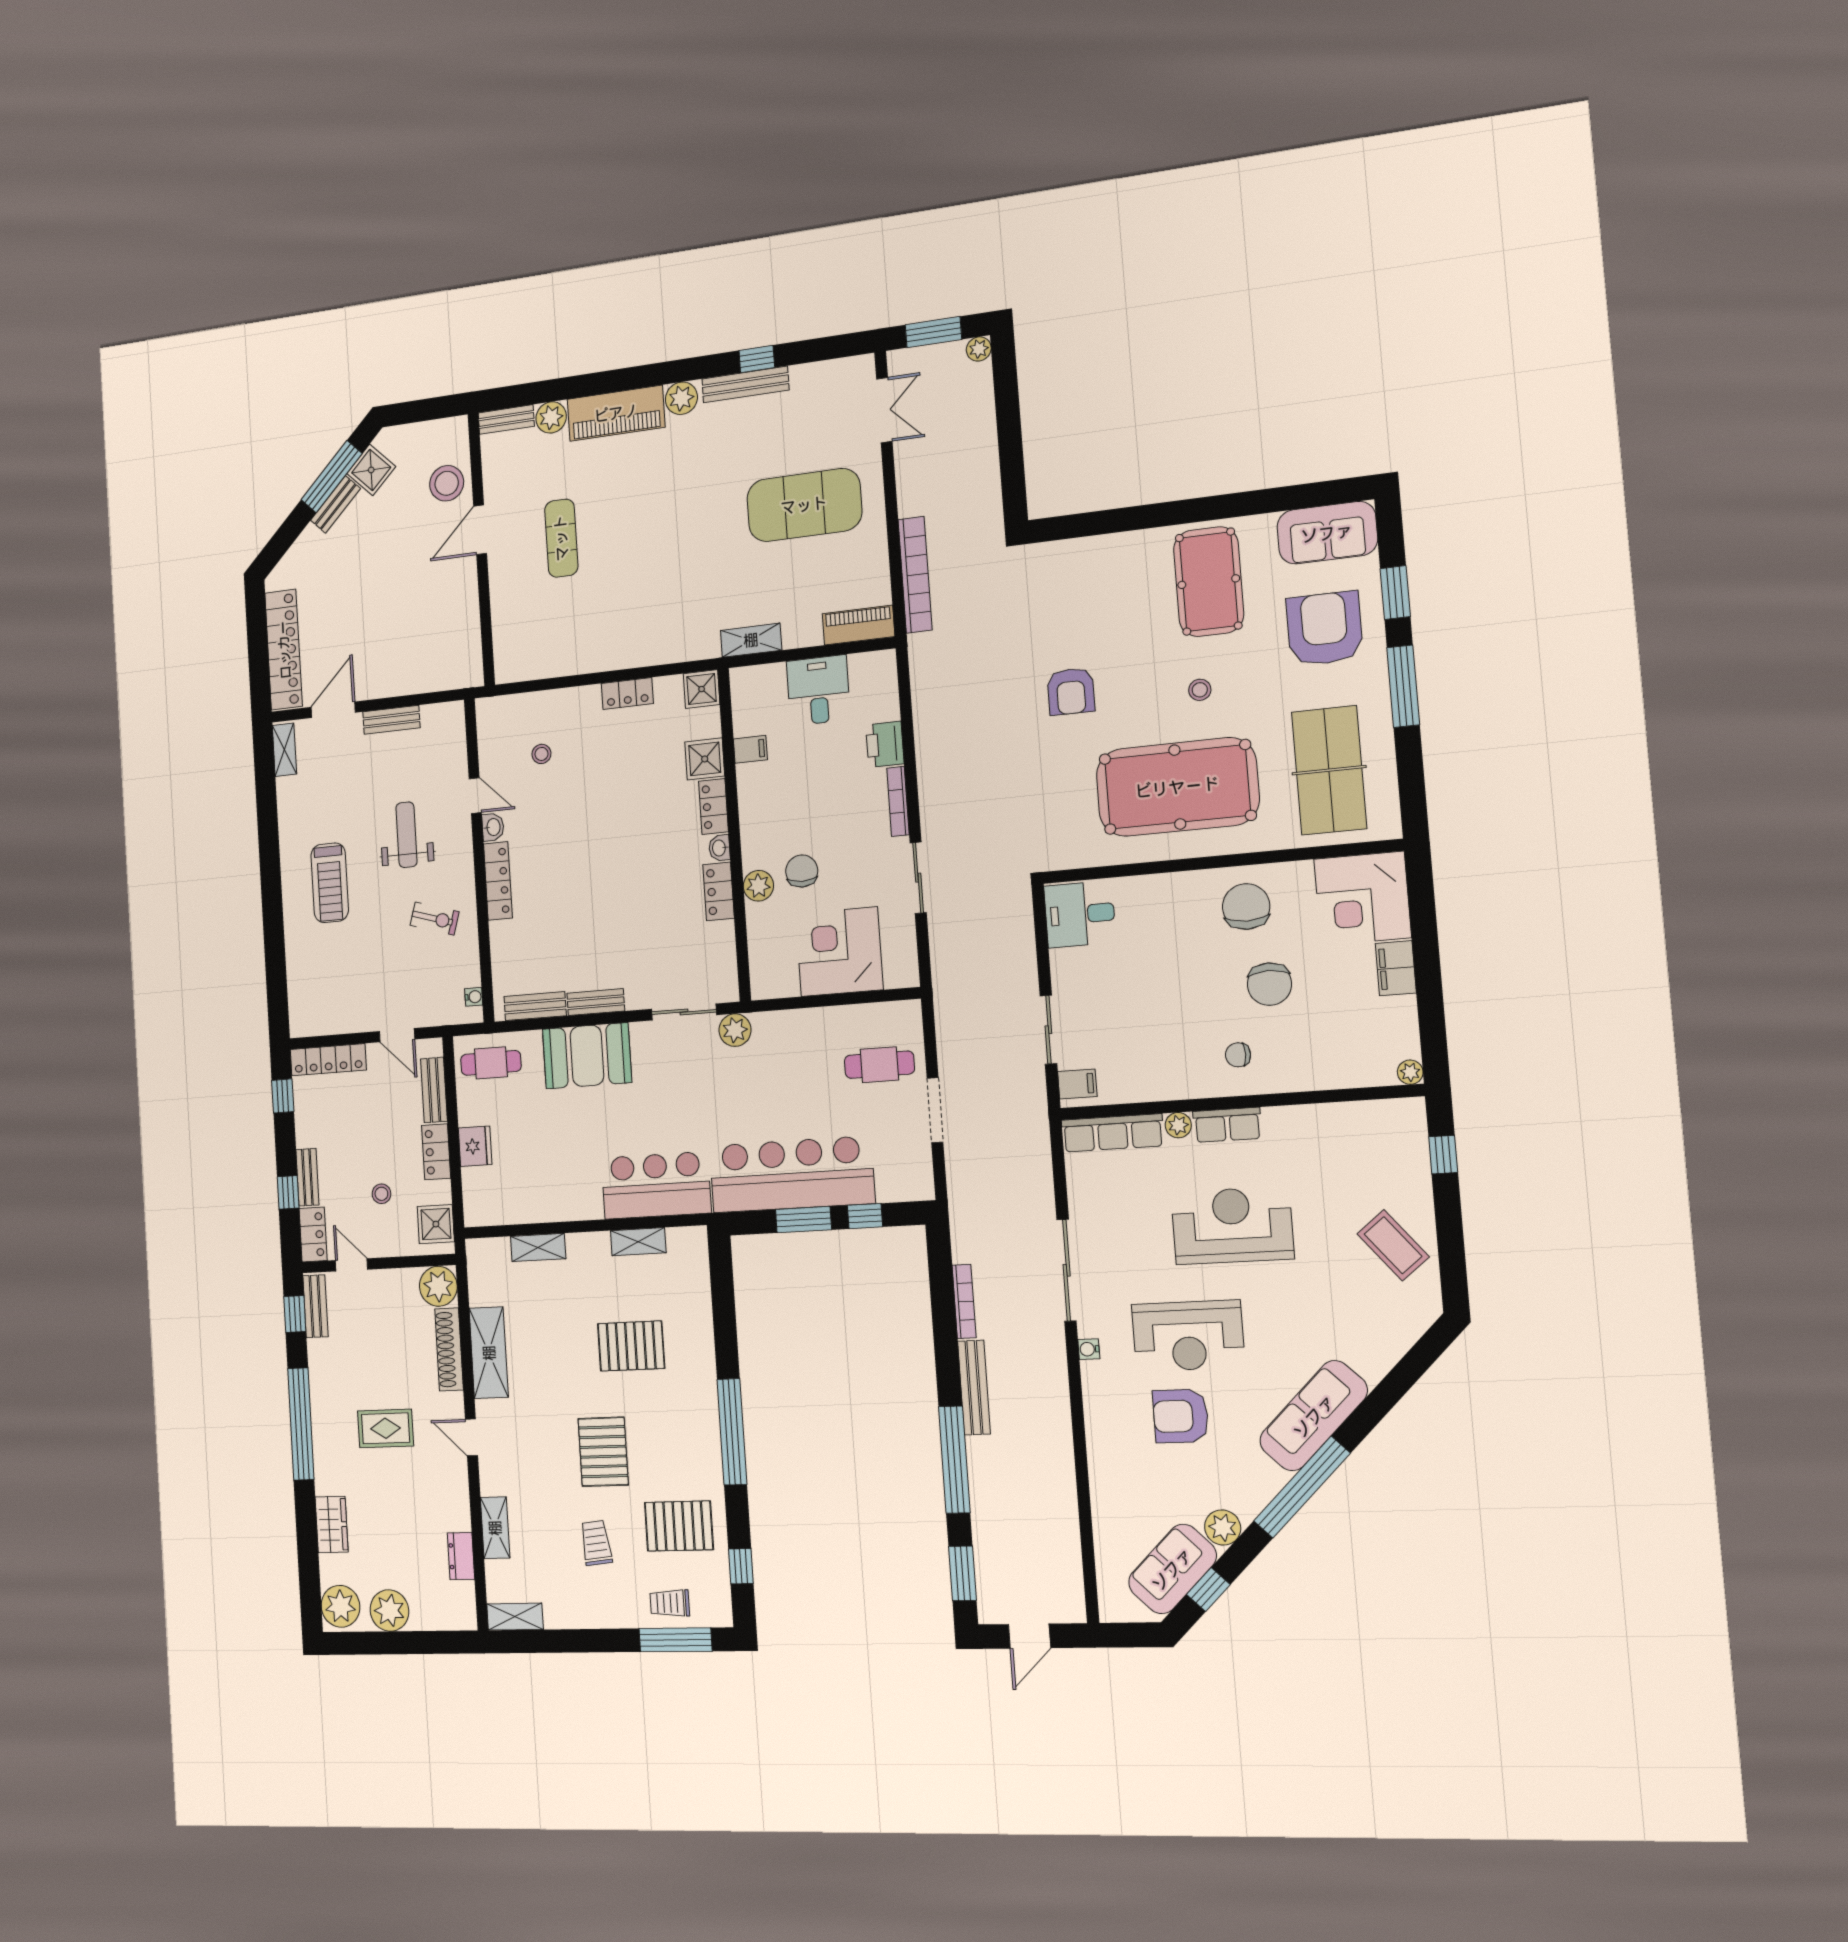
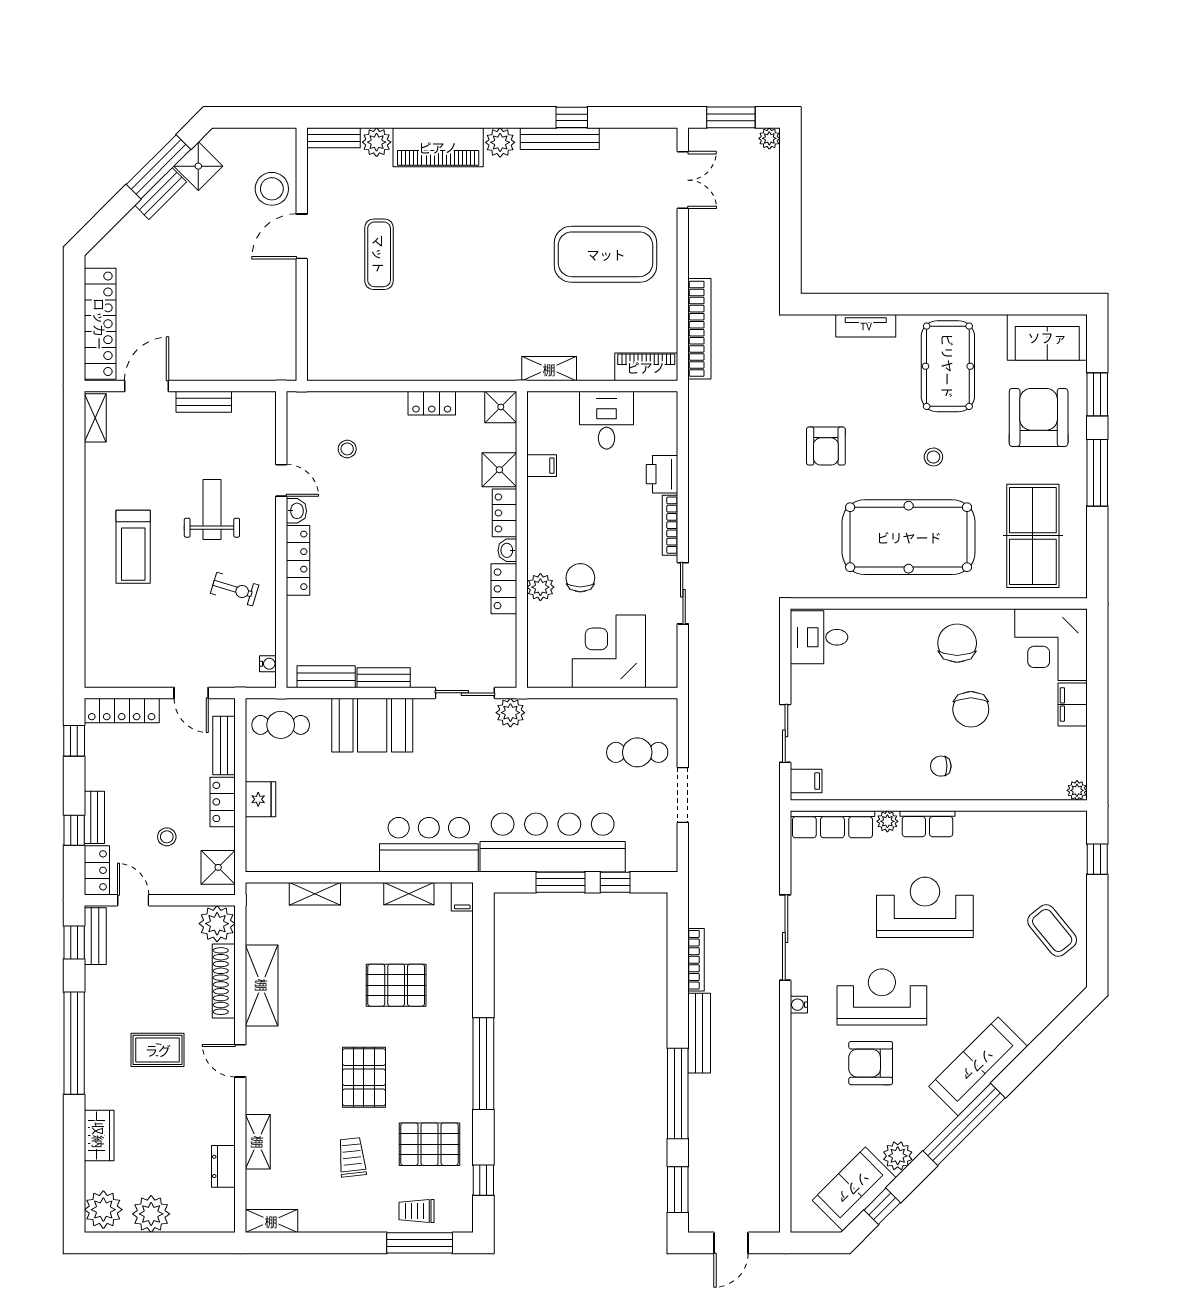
tv unit: (1107, 547) -> (866, 326), added
filing cabinet: (696, 1242) -> (462, 897), added
reception desk: (1188, 1336) -> (882, 997), turned 180

